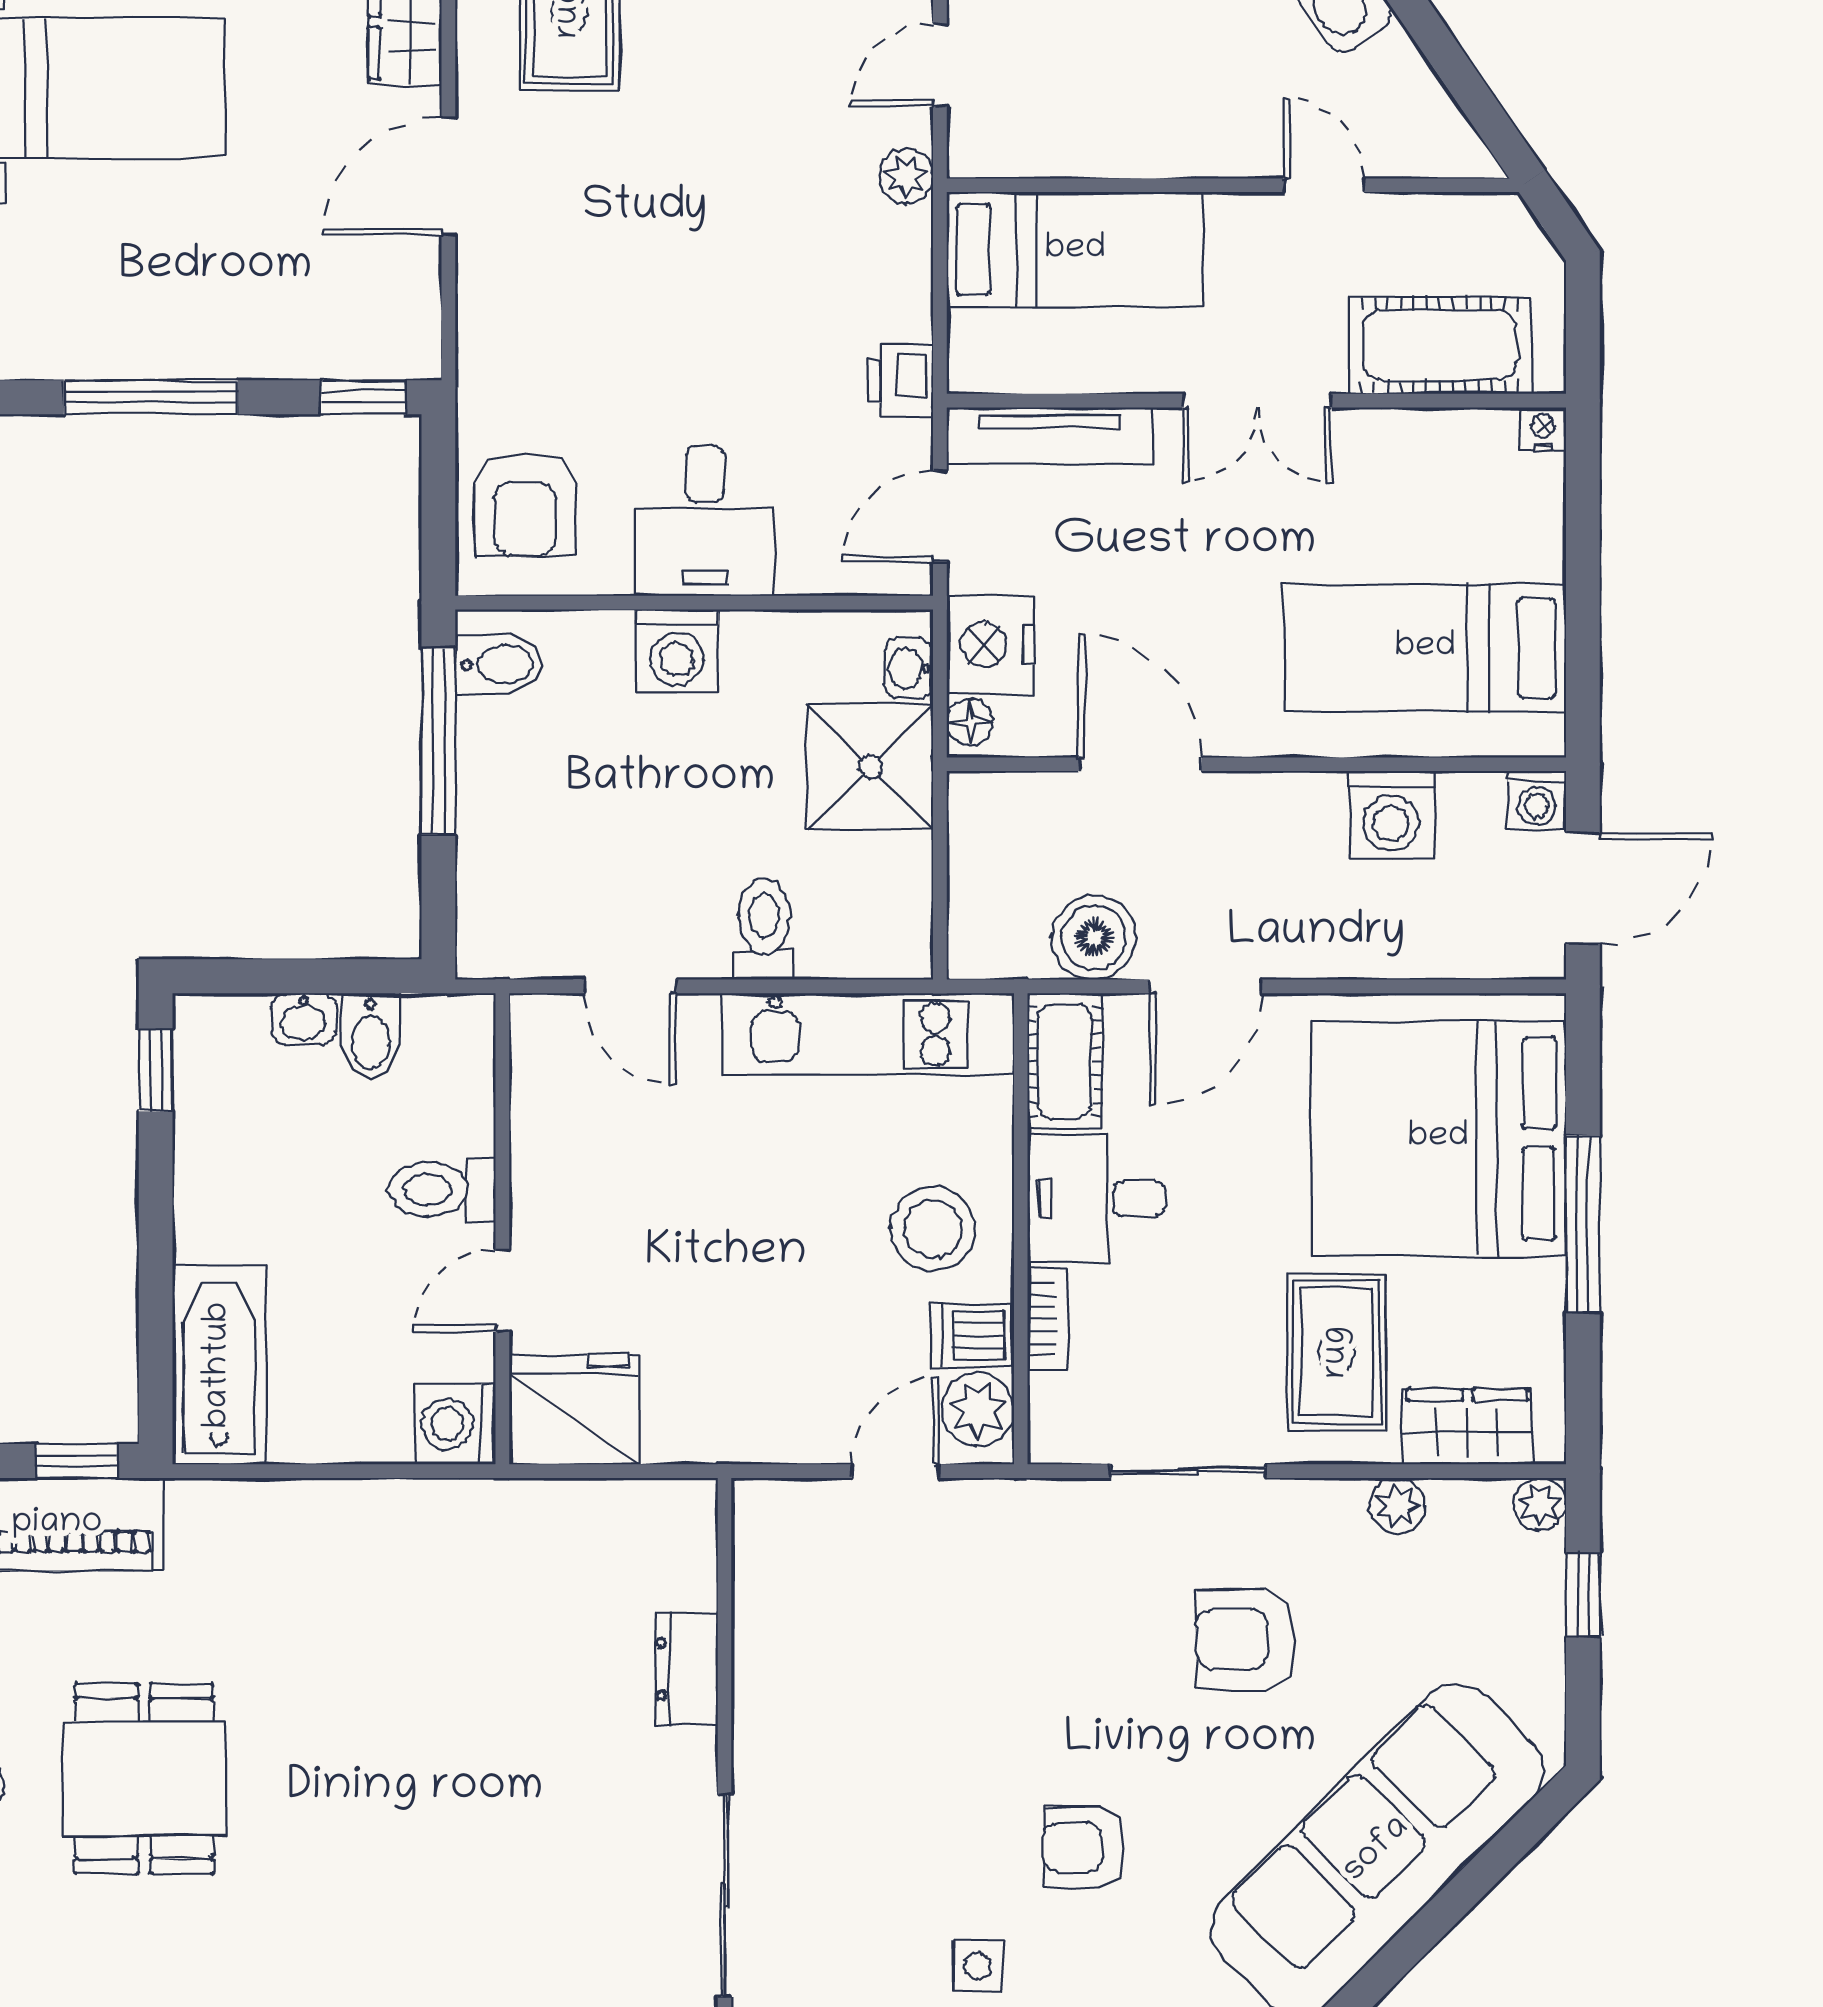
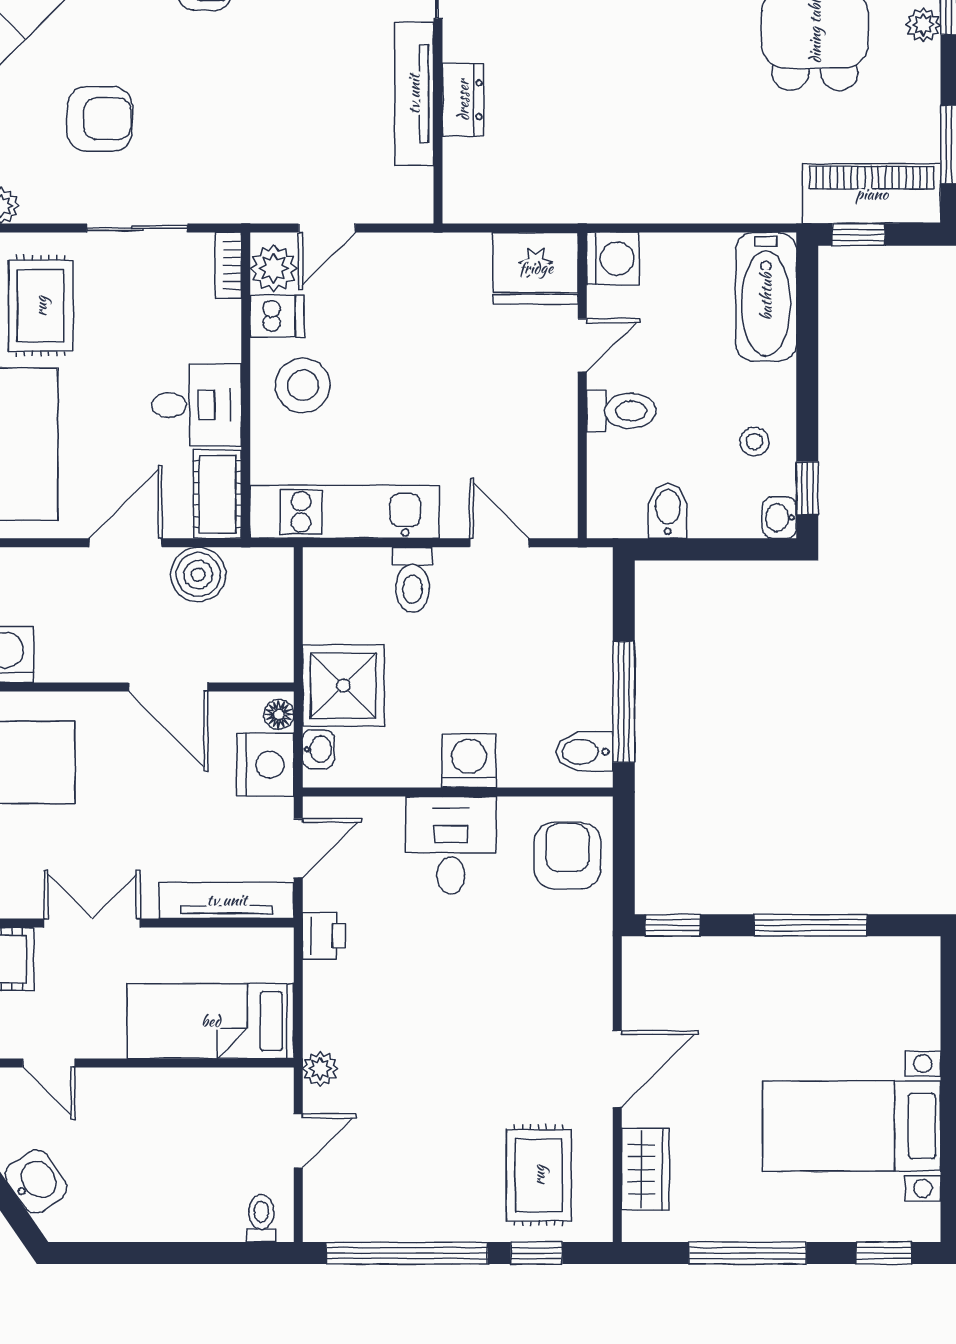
washbasin: (303, 1019) -> (780, 518), moved, turned -90
stool: (237, 1142) -> (754, 442), added
bookcase: (1048, 1319) -> (228, 266), moved
tv unit: (761, 1678) -> (414, 94), added

